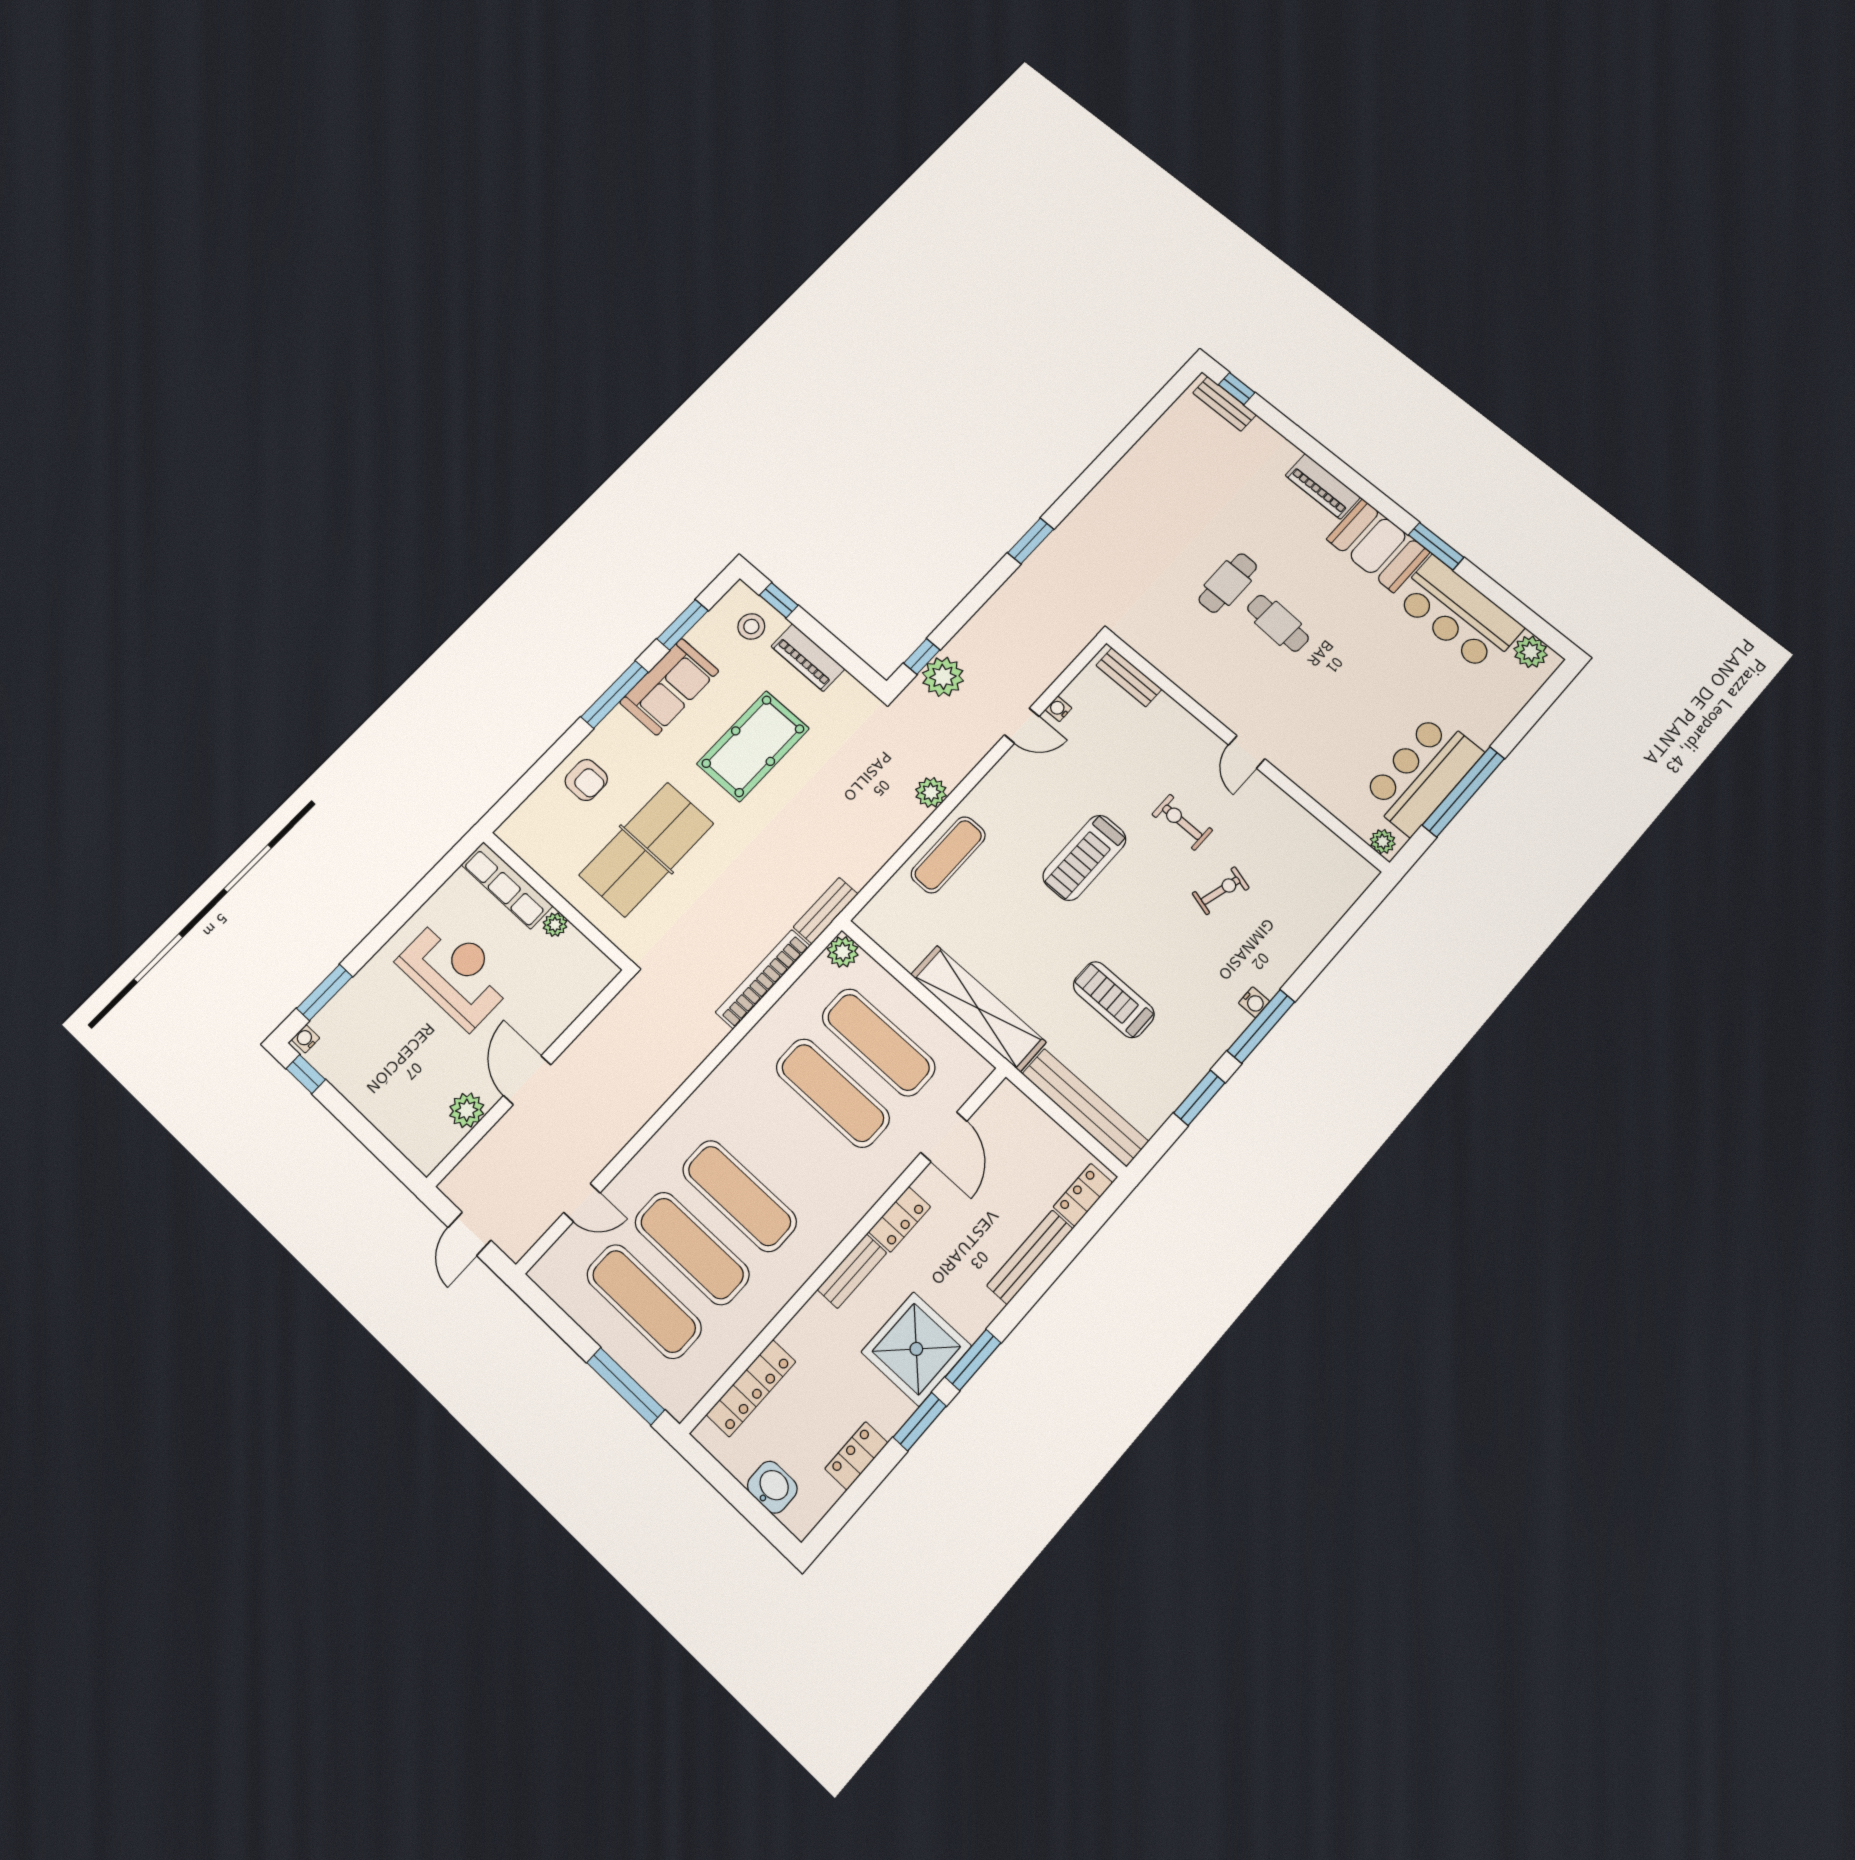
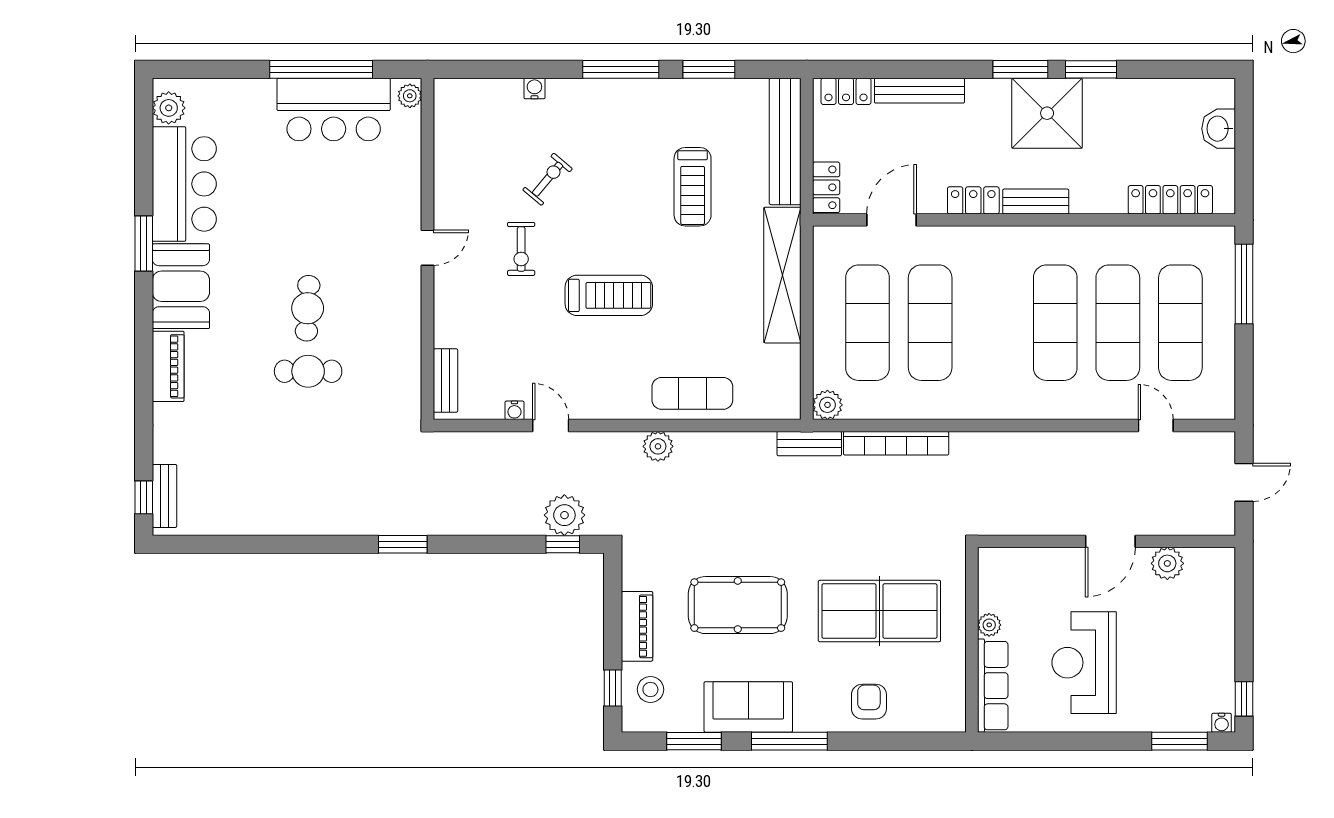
exercise bike: (1221, 891) -> (548, 179), turned 114
water cooler: (1254, 1002) -> (534, 89), moved
locker: (856, 1456) -> (826, 187), moved, turned -90

